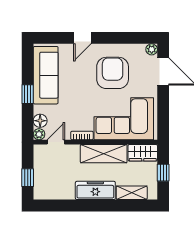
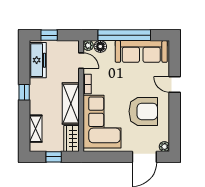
window: (28, 94) -> (124, 35), width x3.17
freezer: (95, 190) -> (38, 60), moved
window: (91, 205) -> (24, 92), added

